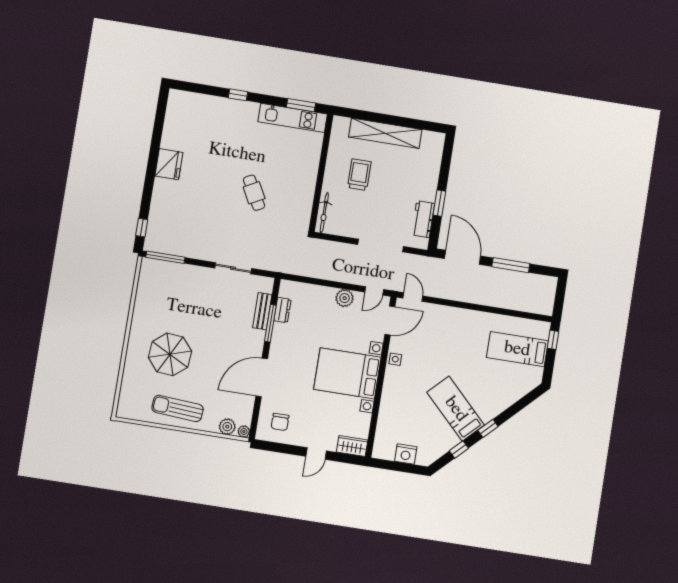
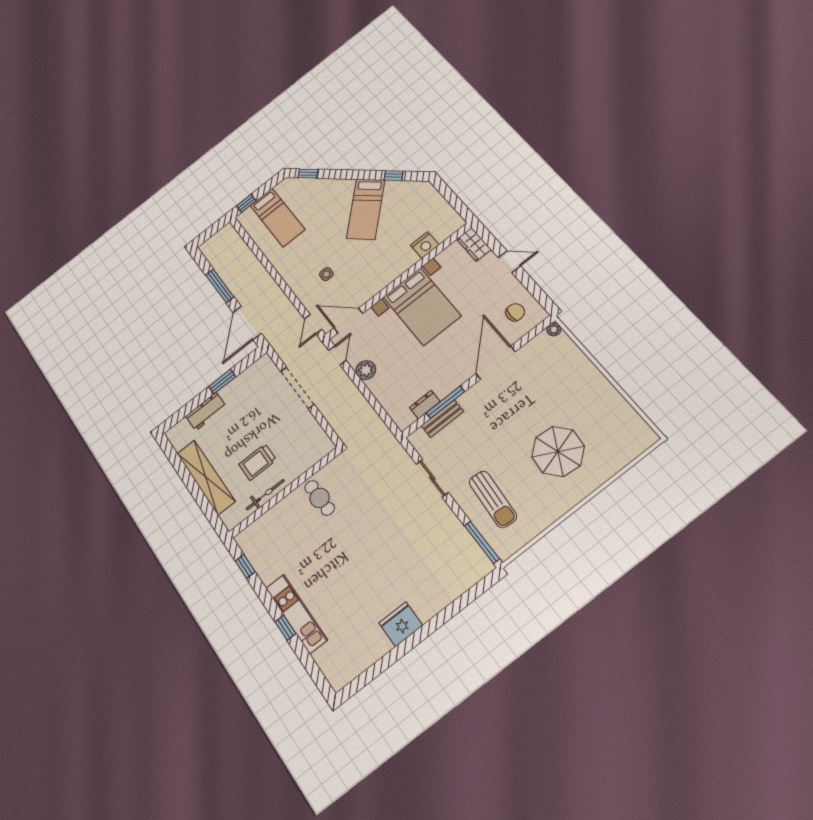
window: (301, 105) -> (245, 566), width x0.67
kitchen unit: (293, 118) -> (296, 614), moved
cafe table: (254, 193) -> (320, 498), moved, turned -63
bicycle: (324, 213) -> (265, 495), moved
workbench: (423, 219) -> (206, 411), moved
window: (142, 228) -> (478, 589), removed
door: (374, 291) -> (337, 355), hinge flipped
side table: (395, 359) -> (326, 274), moved
door: (262, 377) -> (496, 363), swing flipped
sun lounger: (178, 408) -> (493, 499), moved
plant: (227, 427) -> (565, 345), removed
window: (488, 428) -> (308, 174), moved
nightstand: (406, 454) -> (425, 245), moved, turned 90

